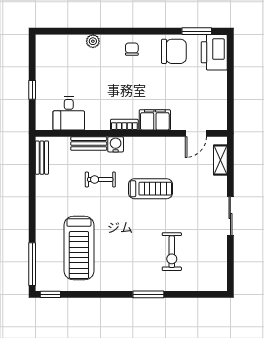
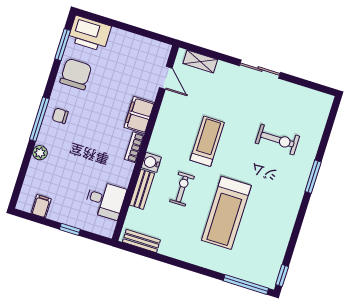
window: (123, 31) -> (39, 119), added
filing cabinet: (45, 57) -> (41, 206), added
exercise bike: (100, 179) -> (182, 189), turned 180
treadmill: (79, 248) -> (226, 213), moved, turned 90

